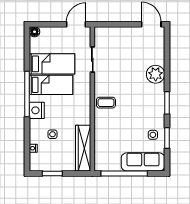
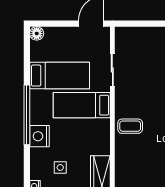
bed: (51, 85) -> (82, 105), moved, turned 180

